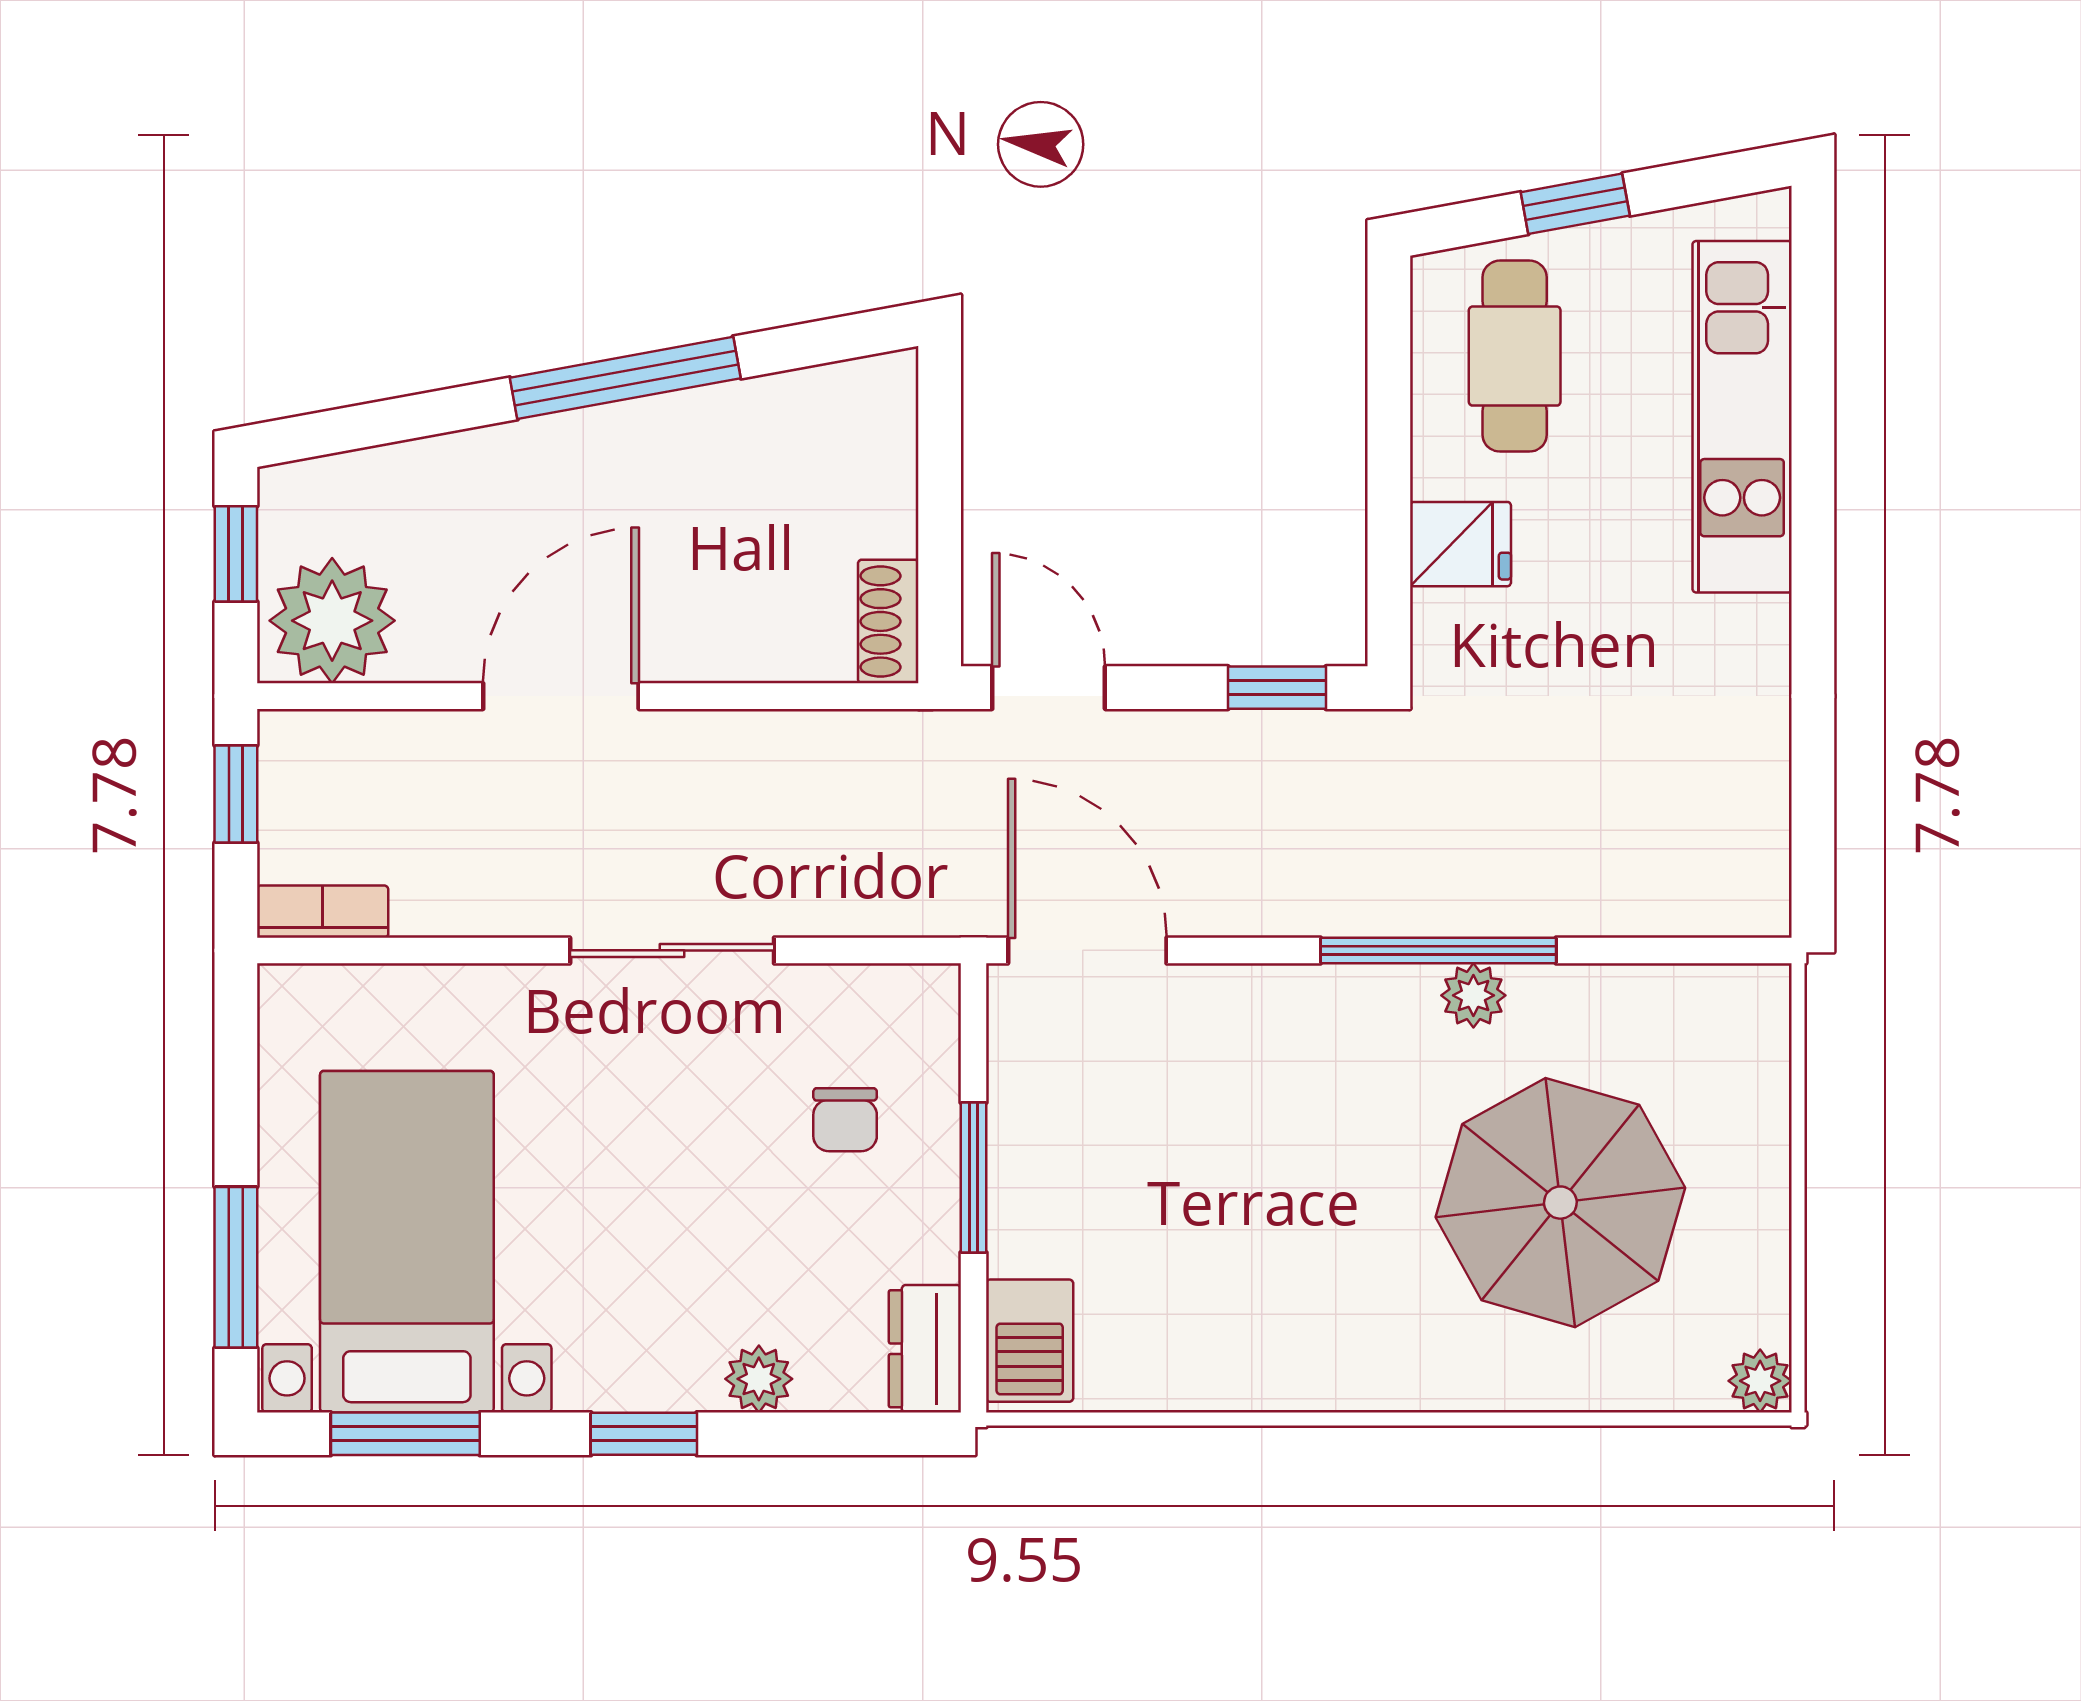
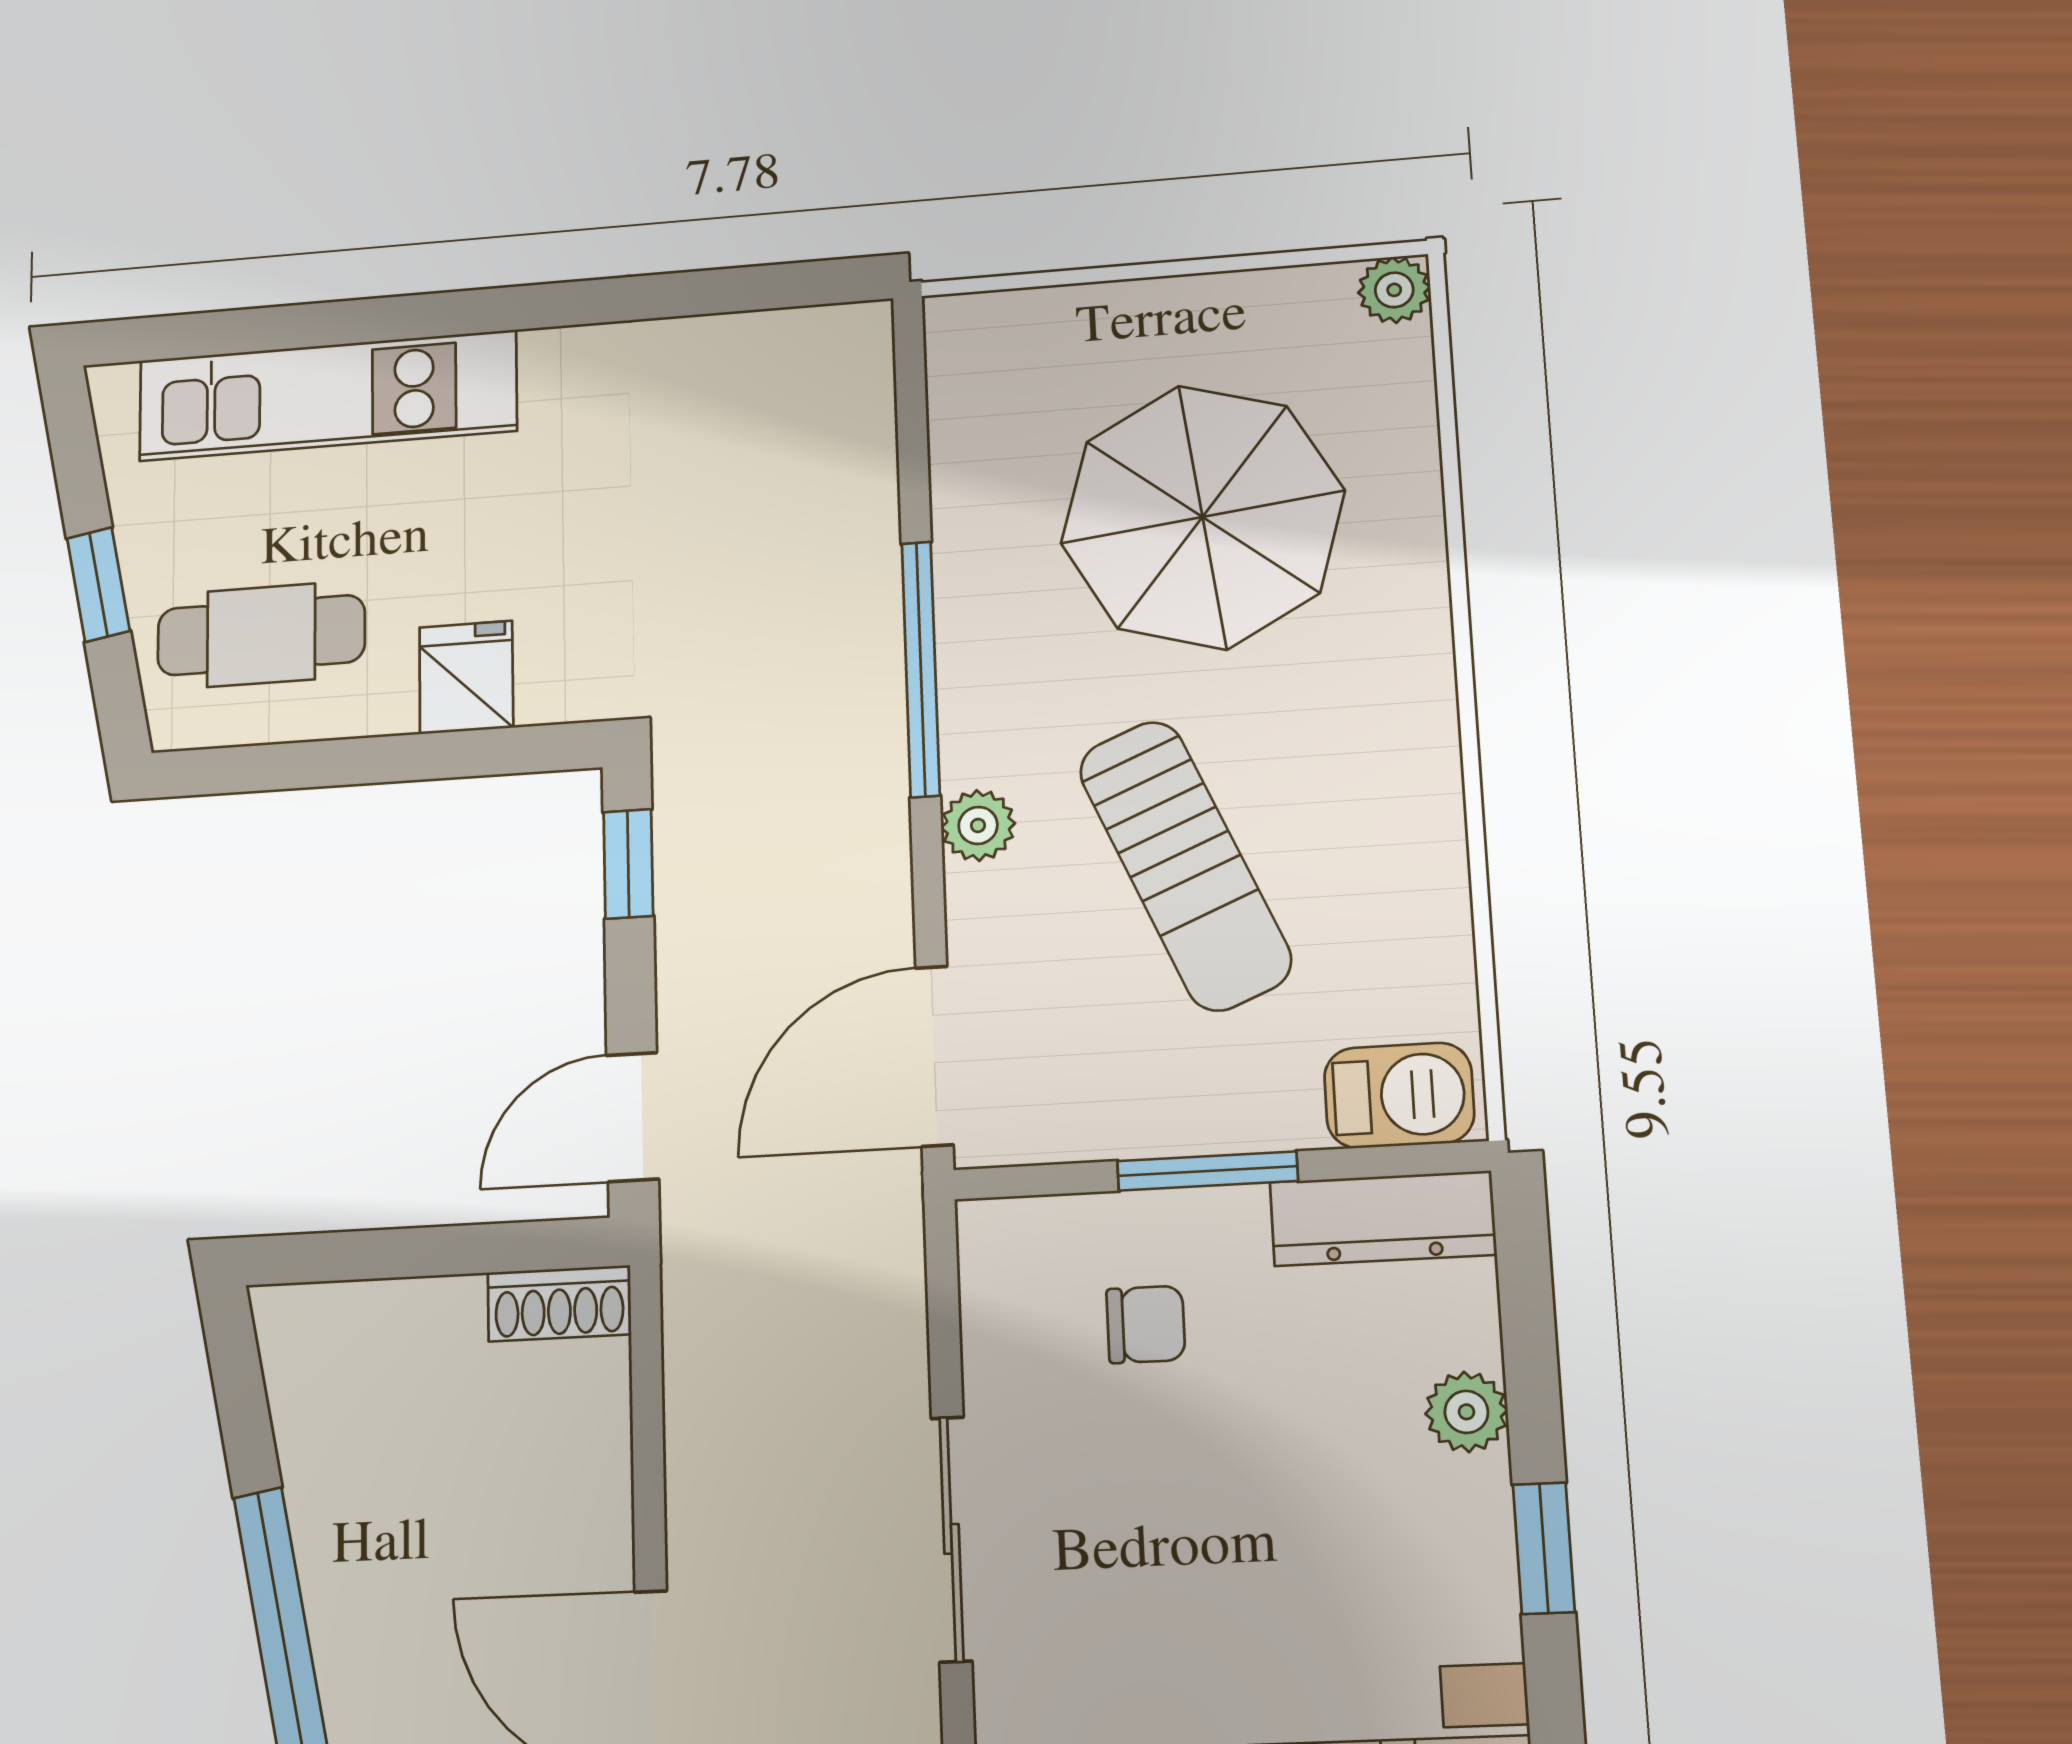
plant: (1473, 995) -> (978, 825), moved
sun lounger: (1243, 1172) -> (1185, 865), added
dresser: (925, 1349) -> (1383, 1218), width x1.44

